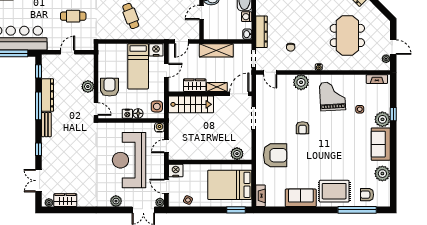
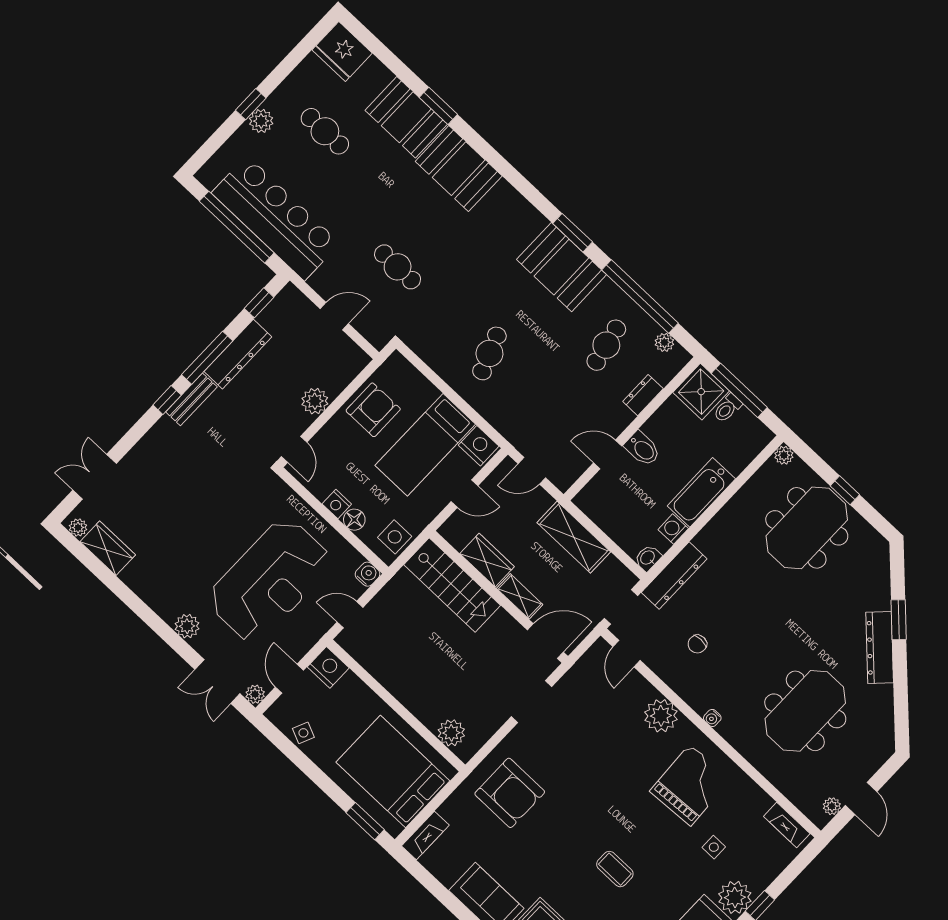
armchair: (110, 87) -> (373, 410), moved
armchair: (303, 128) -> (595, 790), removed
coffee table: (334, 148) -> (615, 869), added
window: (39, 149) -> (167, 400), moved
reception desk: (129, 160) -> (270, 581), turned 180

